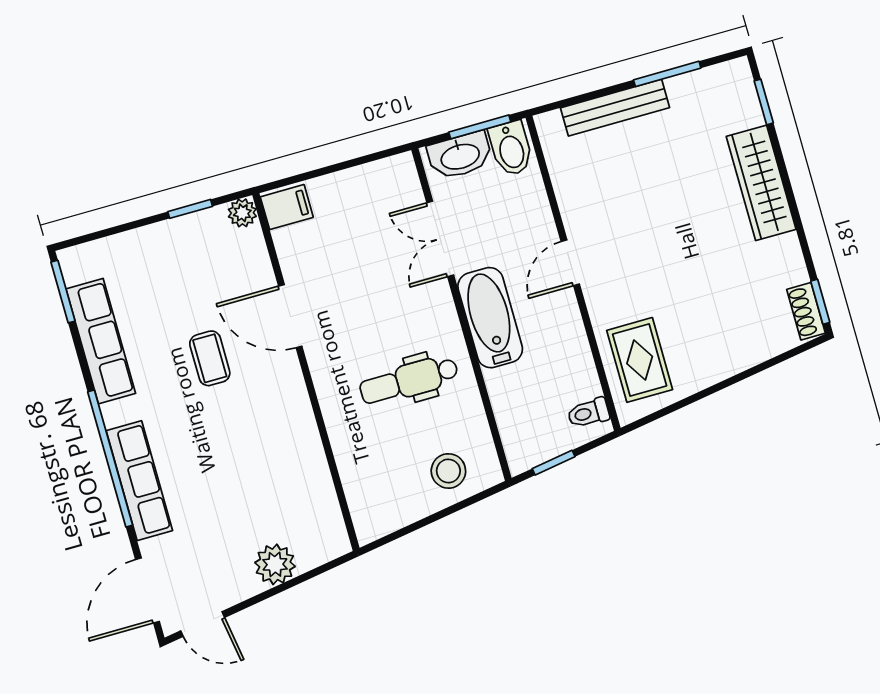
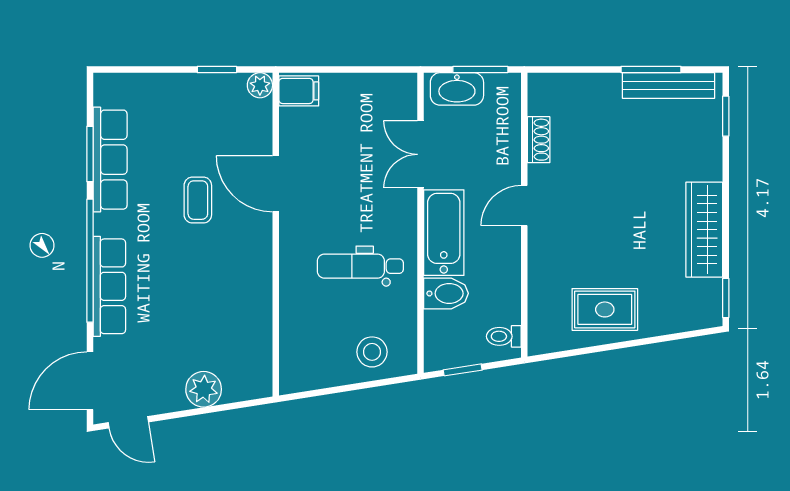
bench: (615, 108) -> (668, 86), moved
bidet: (511, 148) -> (446, 293), moved, turned -90
wardrobe: (761, 183) -> (704, 230), moved
window: (63, 292) -> (90, 154), moved
shoe rack: (806, 311) -> (539, 140), moved, turned 180
rug: (640, 360) -> (605, 309), moved, turned 90

